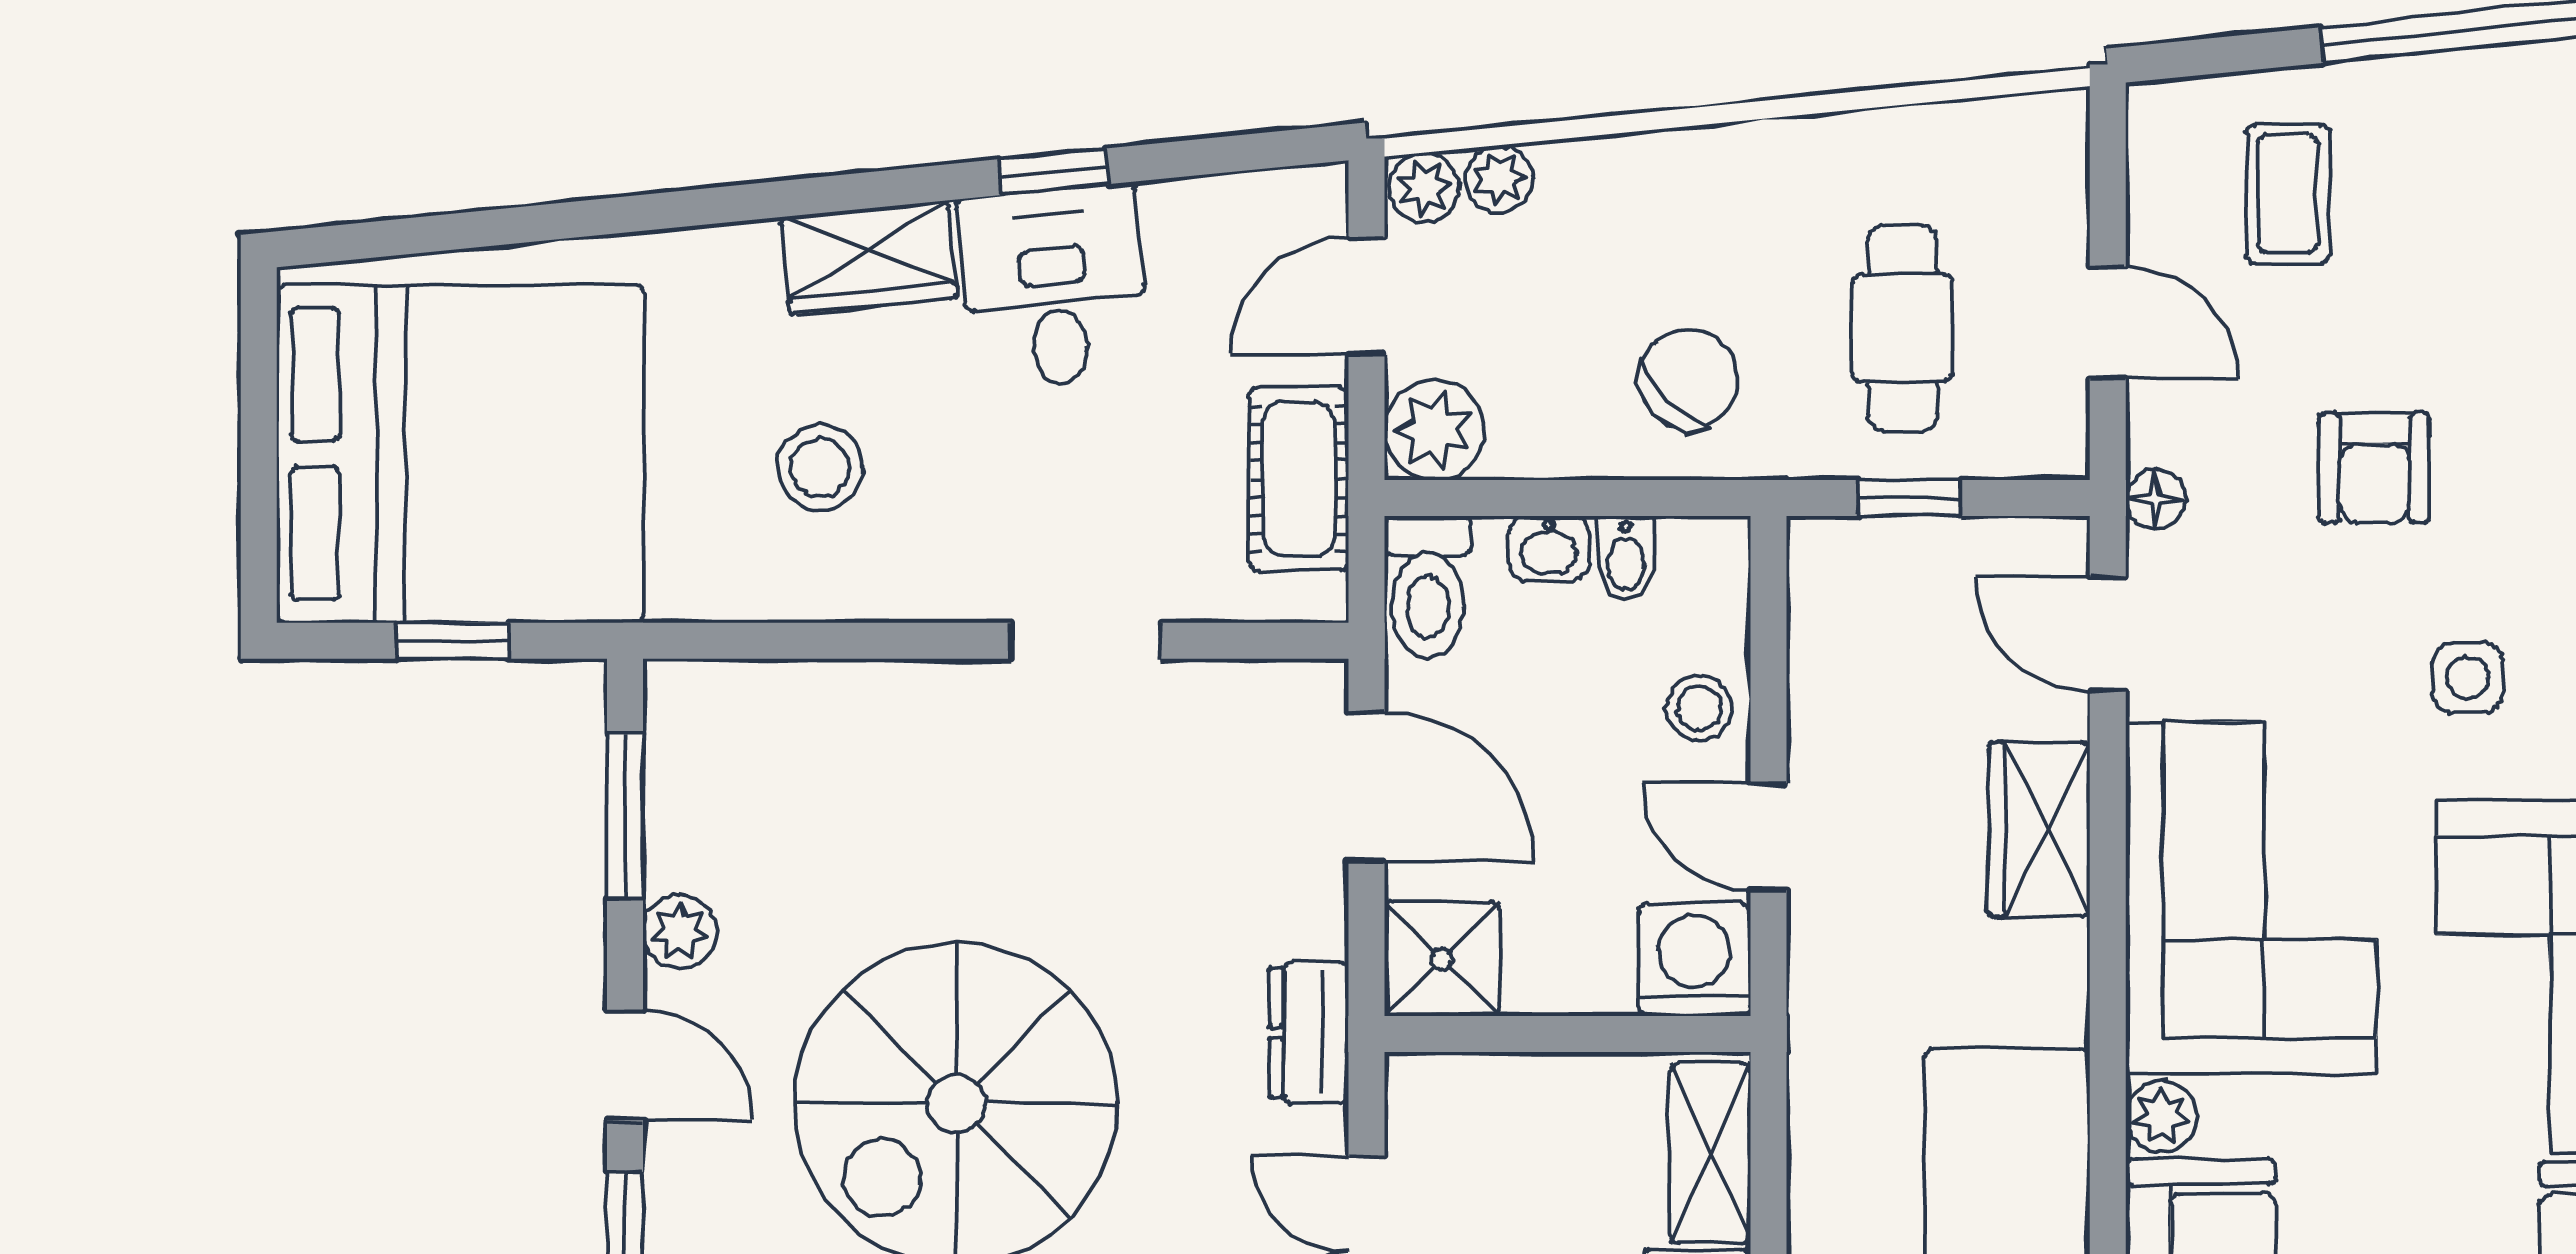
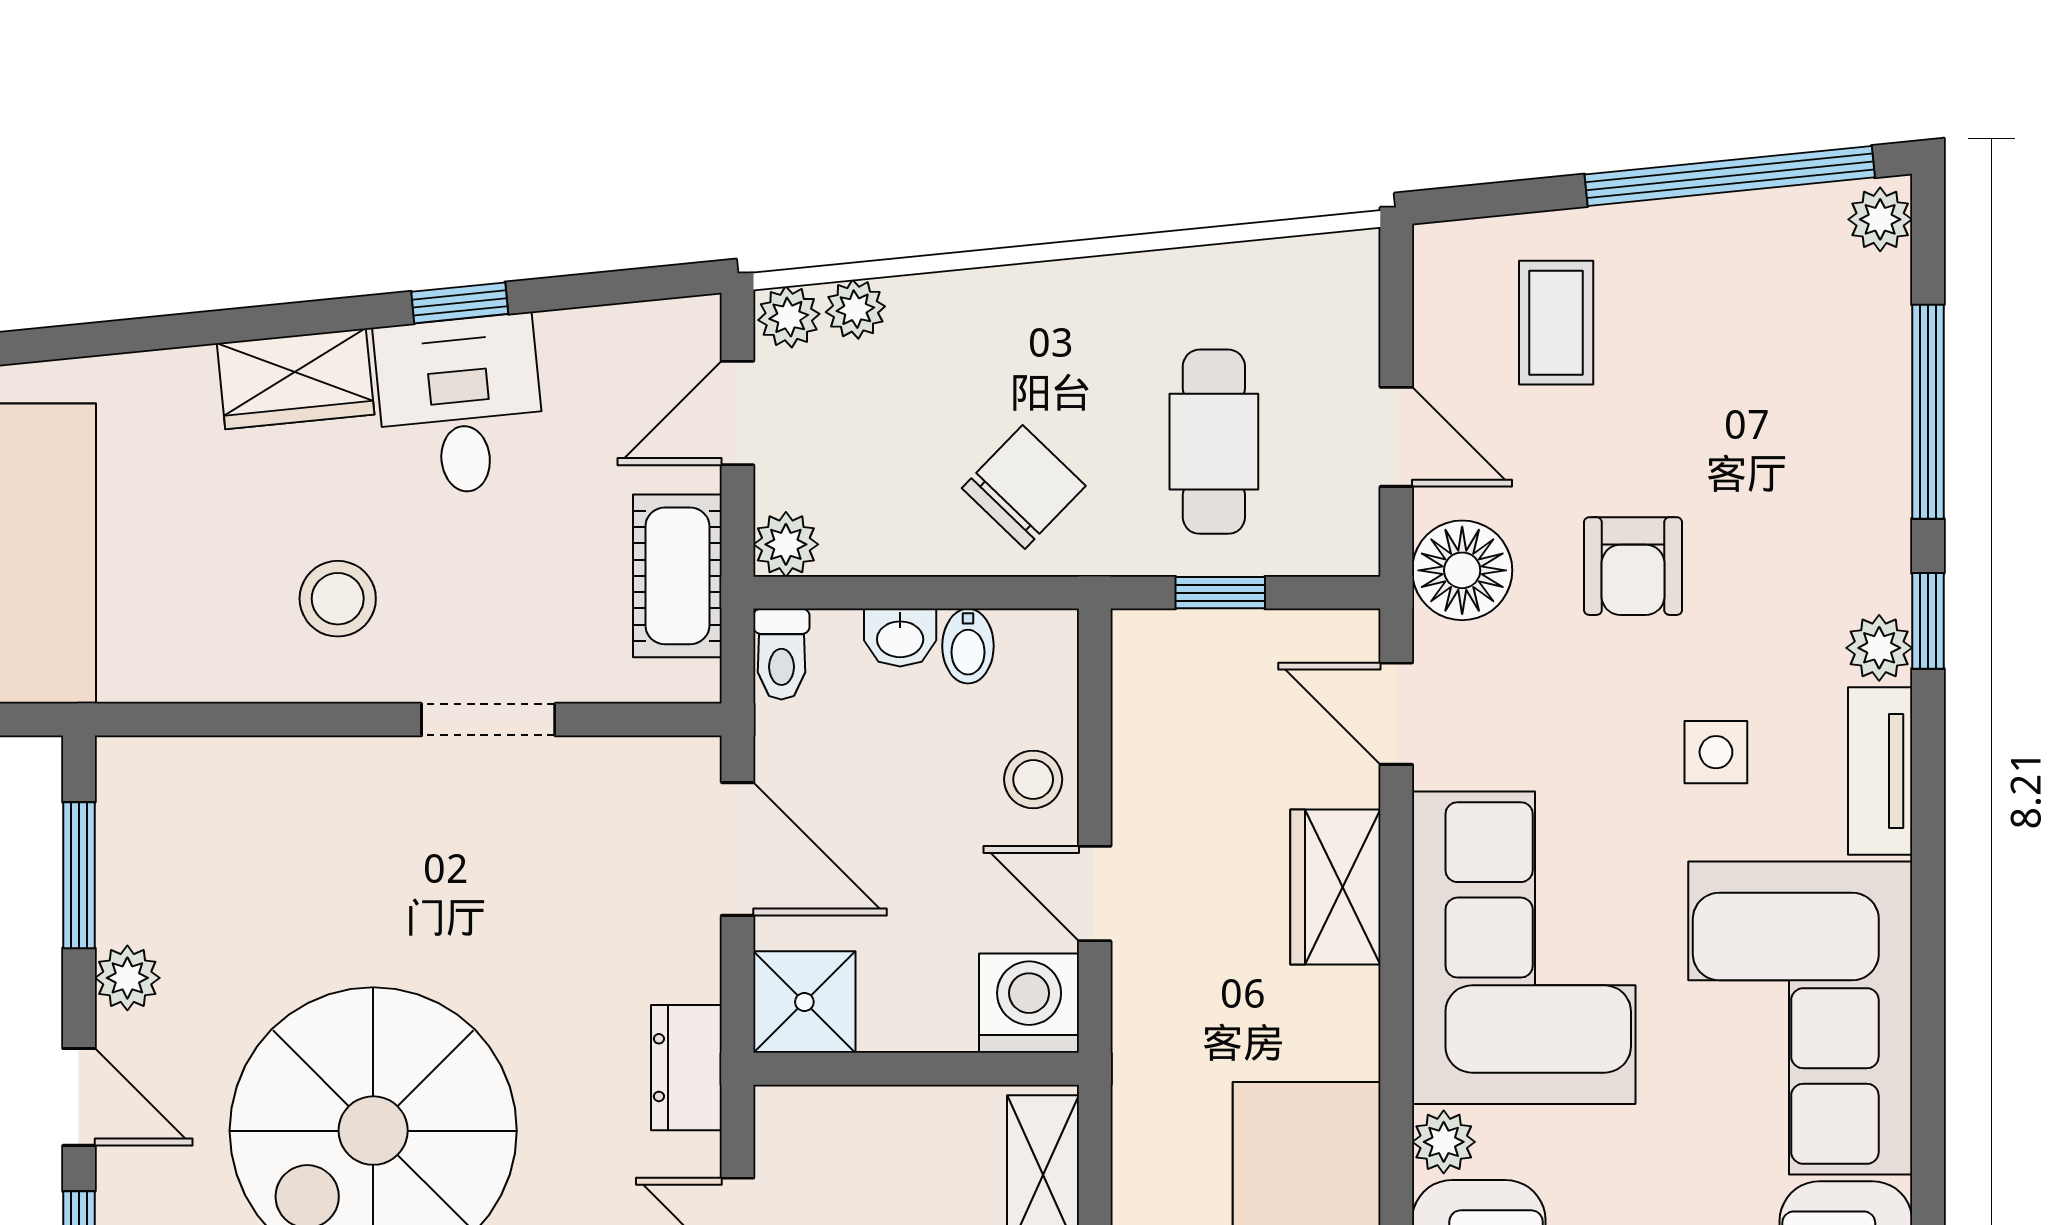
plant: (1434, 430) -> (786, 544), width x0.73, depth x0.73
stool: (820, 468) -> (338, 599), moved
floor lamp: (2156, 499) -> (1462, 570), width x1.89, depth x1.89
toilet: (1428, 587) -> (781, 654), width x0.73, depth x0.72

